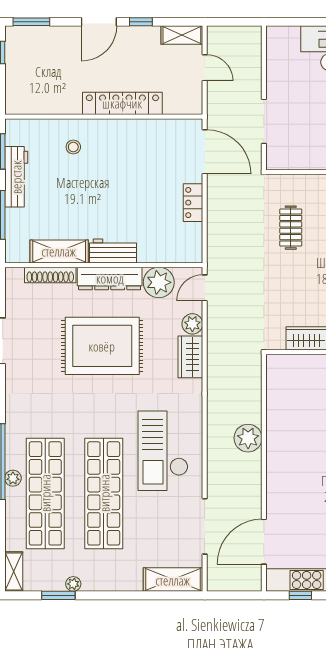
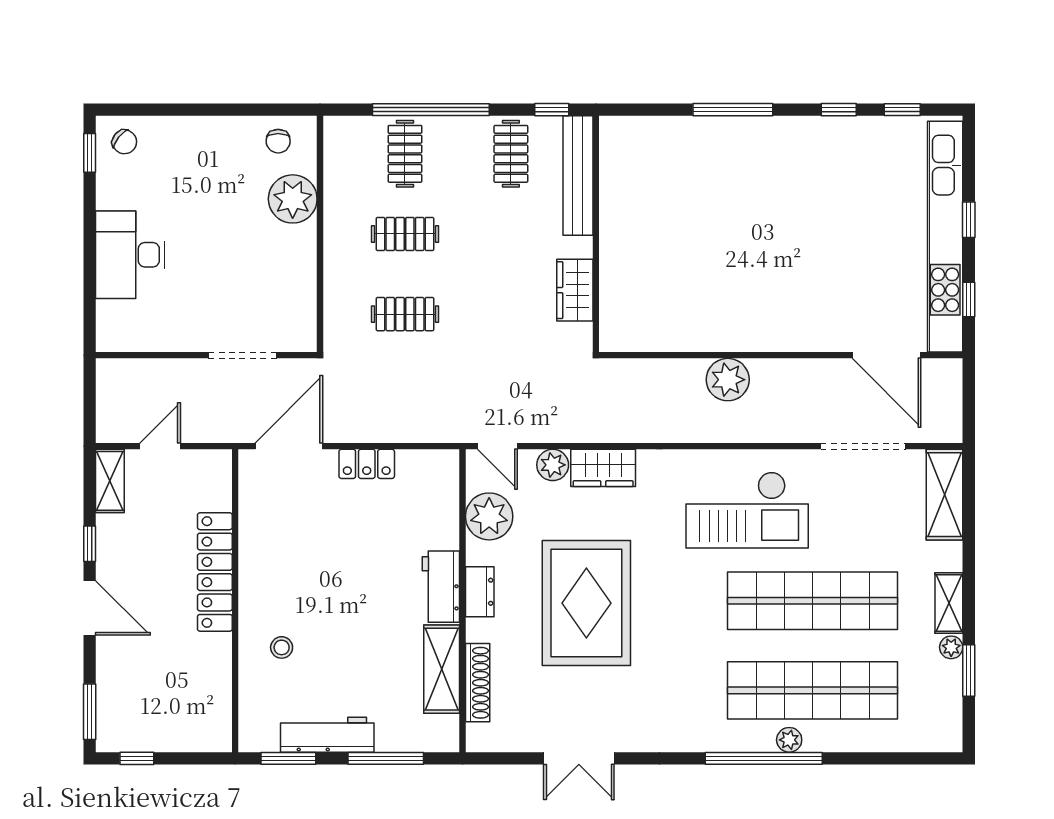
dresser: (110, 278) -> (480, 592), width x0.51, depth x0.80
shelving: (14, 571) -> (949, 603), moved, turned 90

